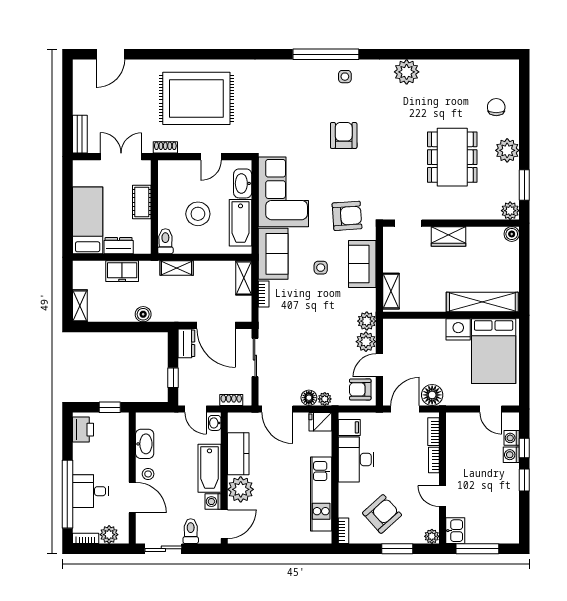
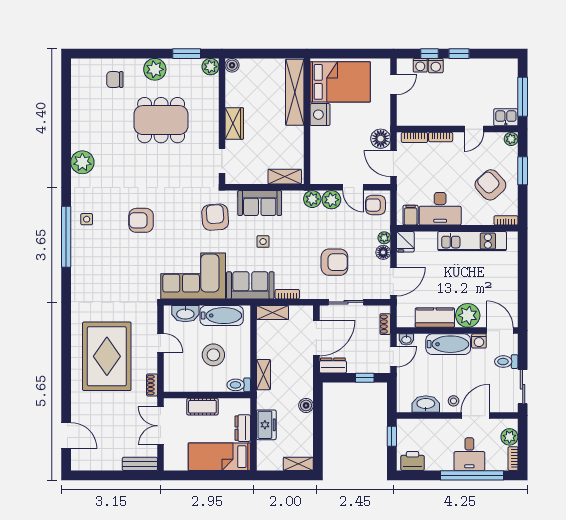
armchair: (298, 345) -> (334, 262), added
armchair: (360, 389) -> (375, 205), turned 90

